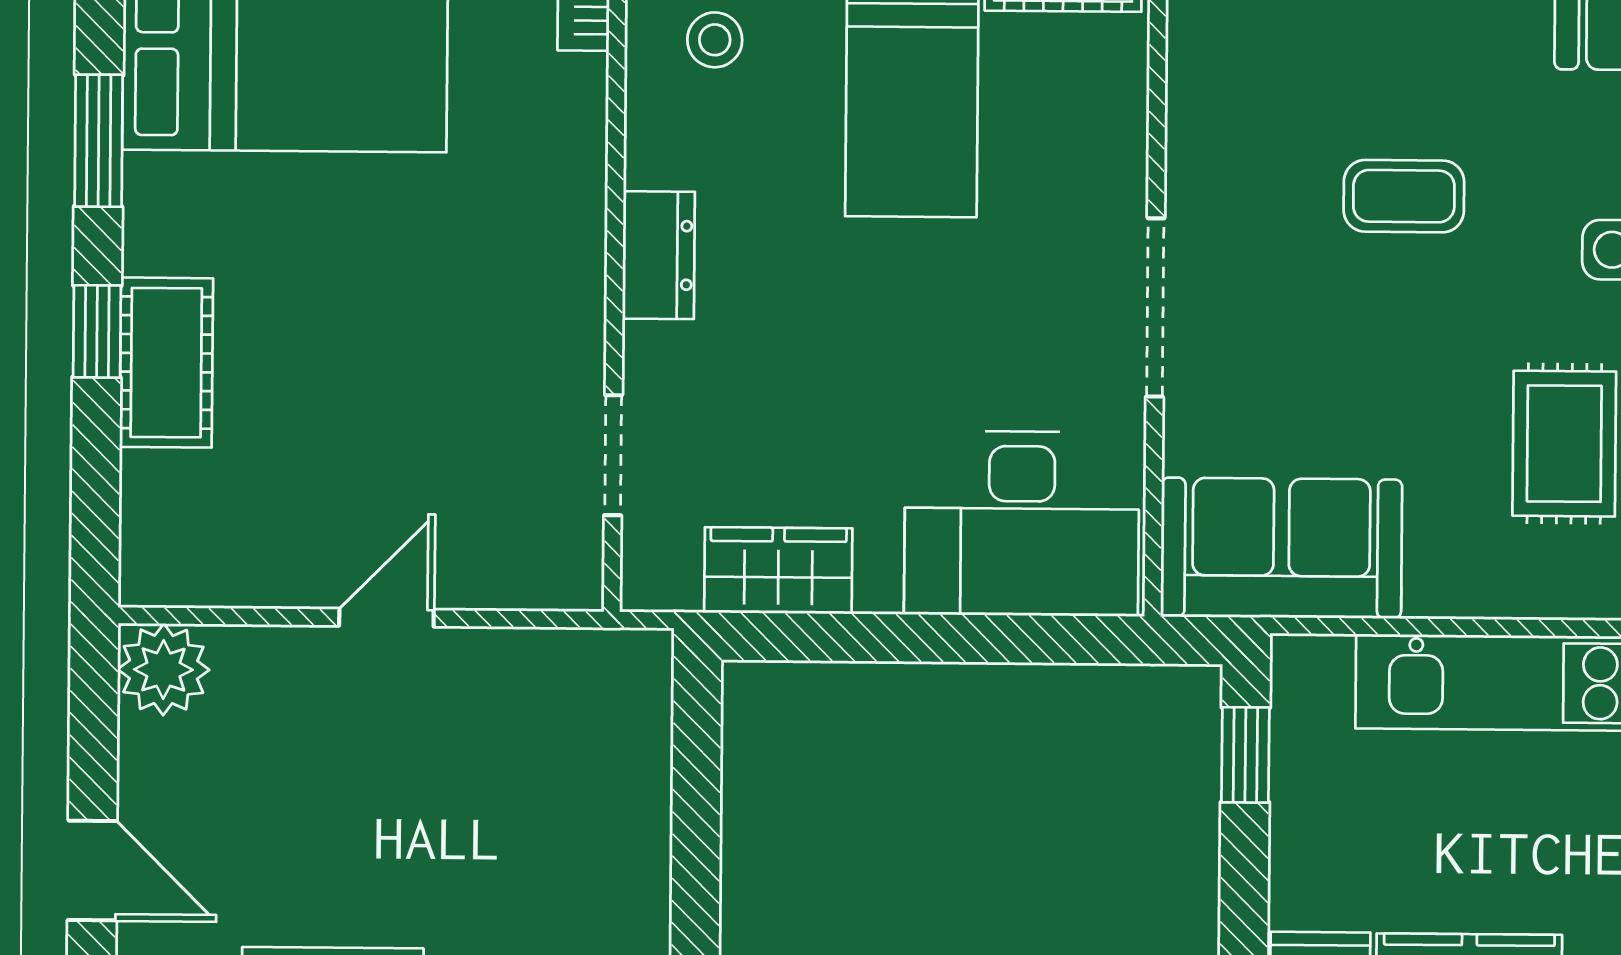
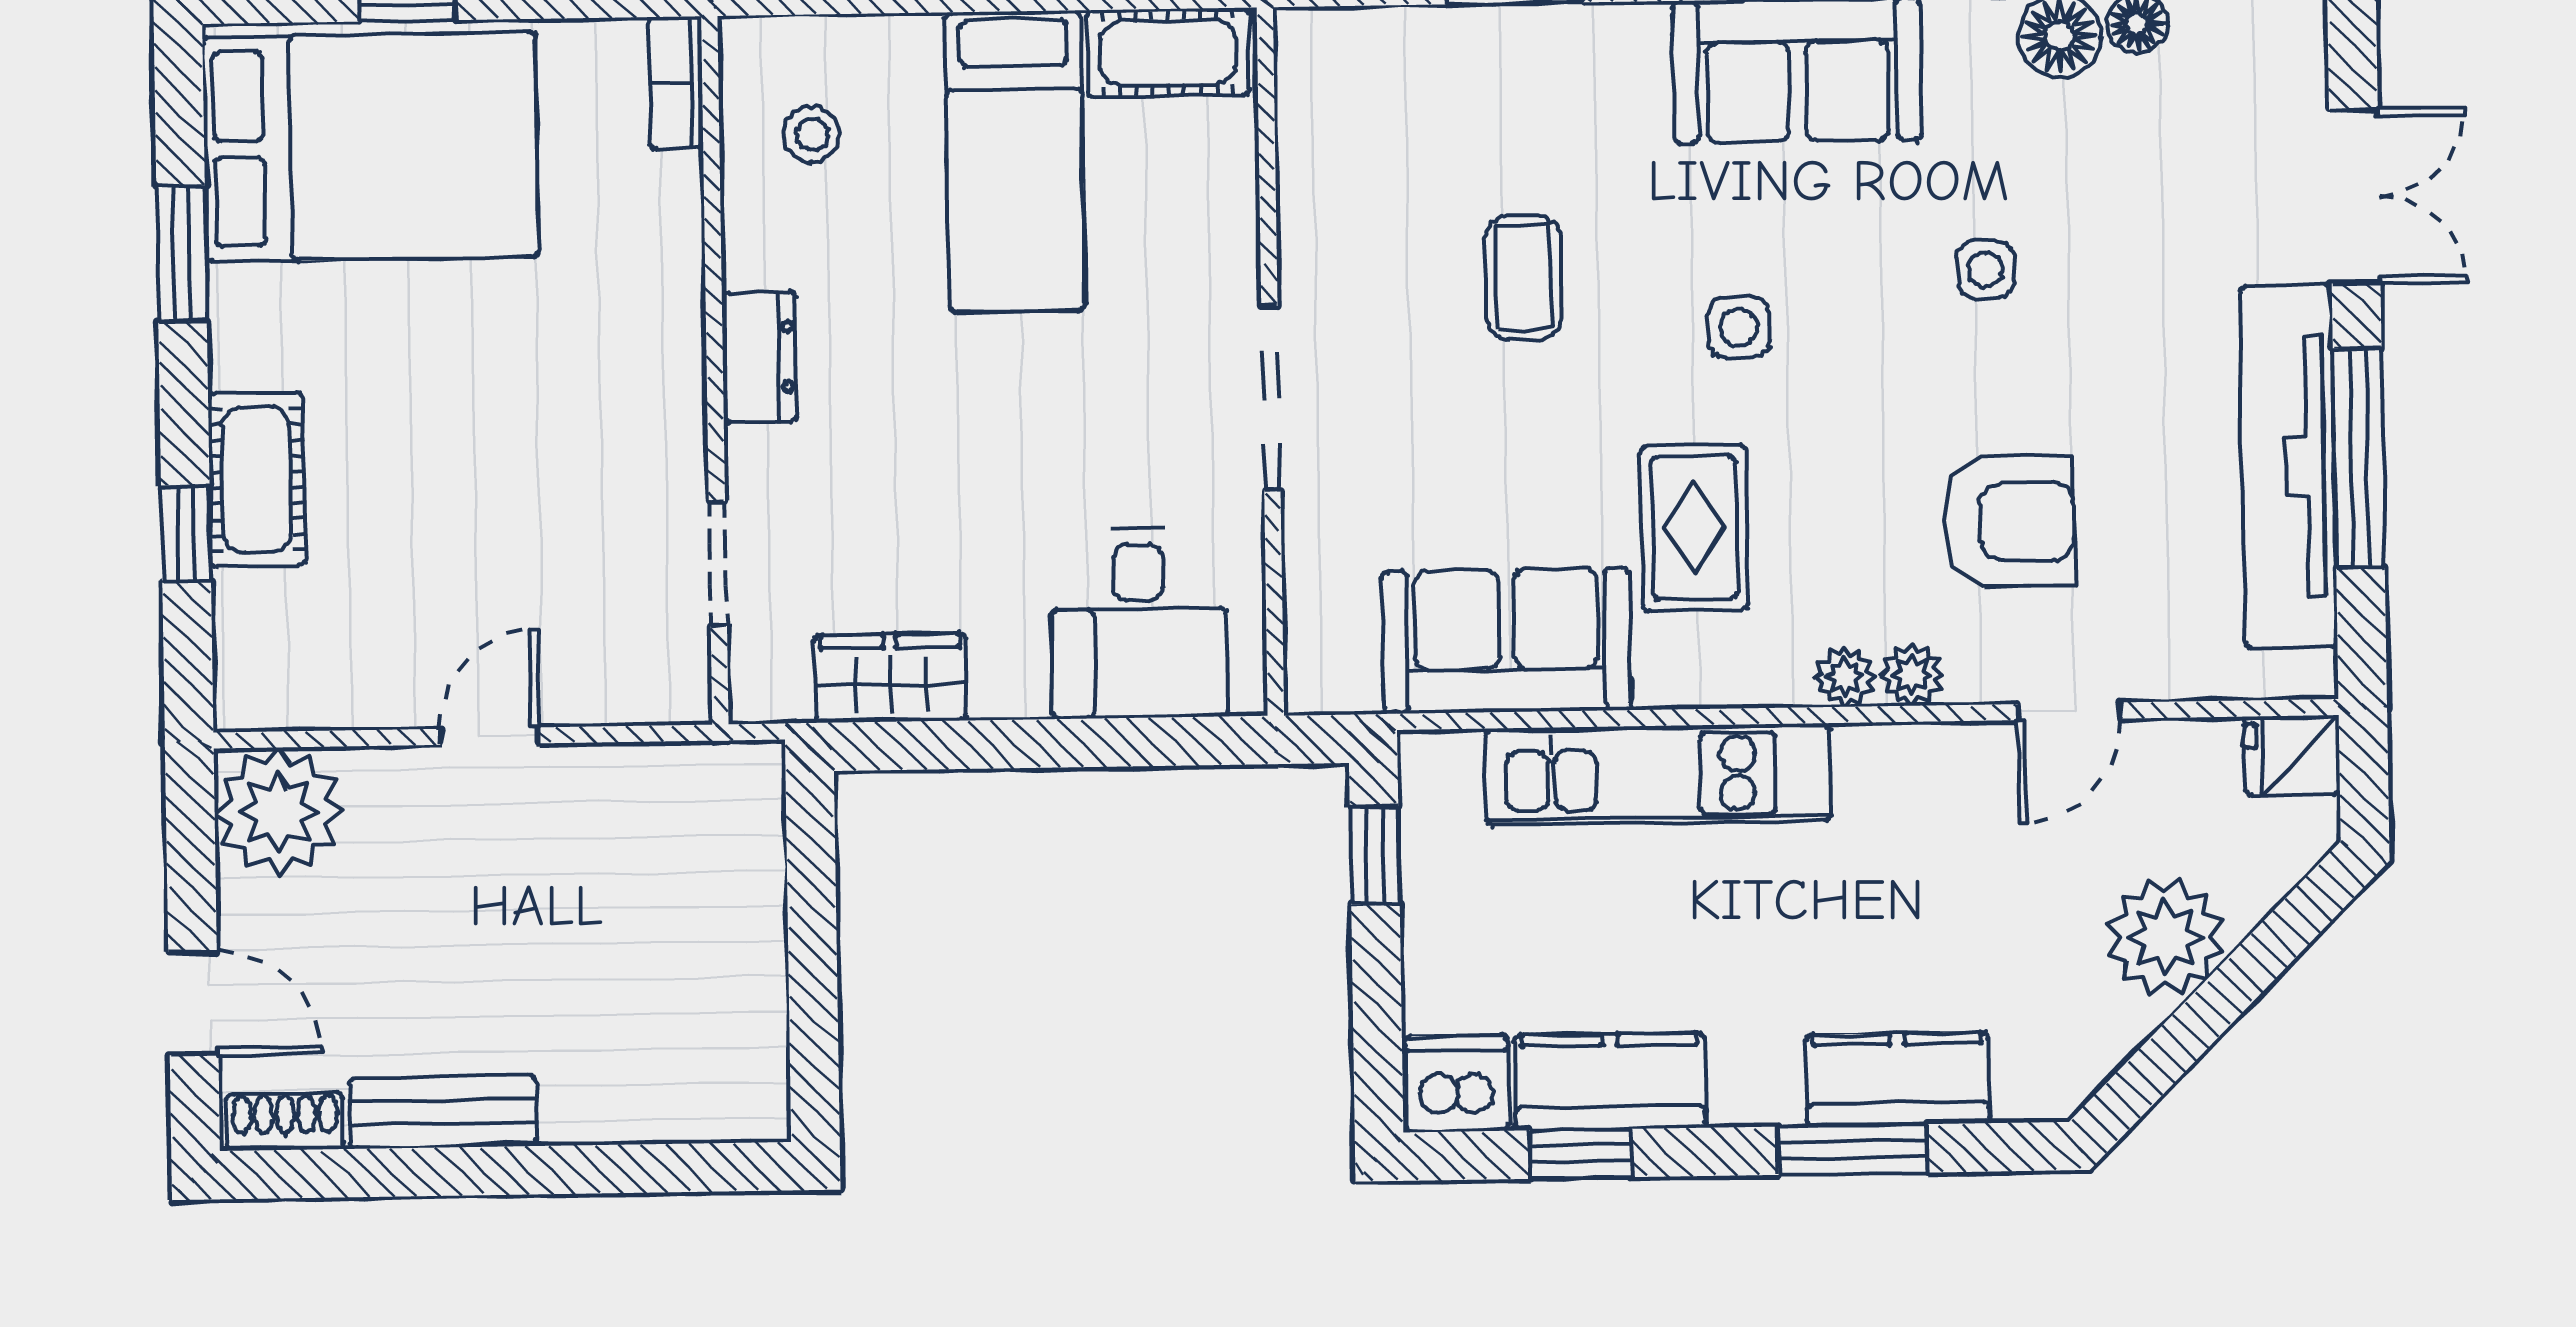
coffee table: (1404, 196) -> (1523, 278), turned 90
window: (97, 331) -> (186, 533), moved
desk: (1022, 523) -> (1139, 623), width x0.73
sofa: (1281, 548) -> (1507, 641), moved
plant: (163, 670) -> (279, 812), width x1.36, depth x1.36

